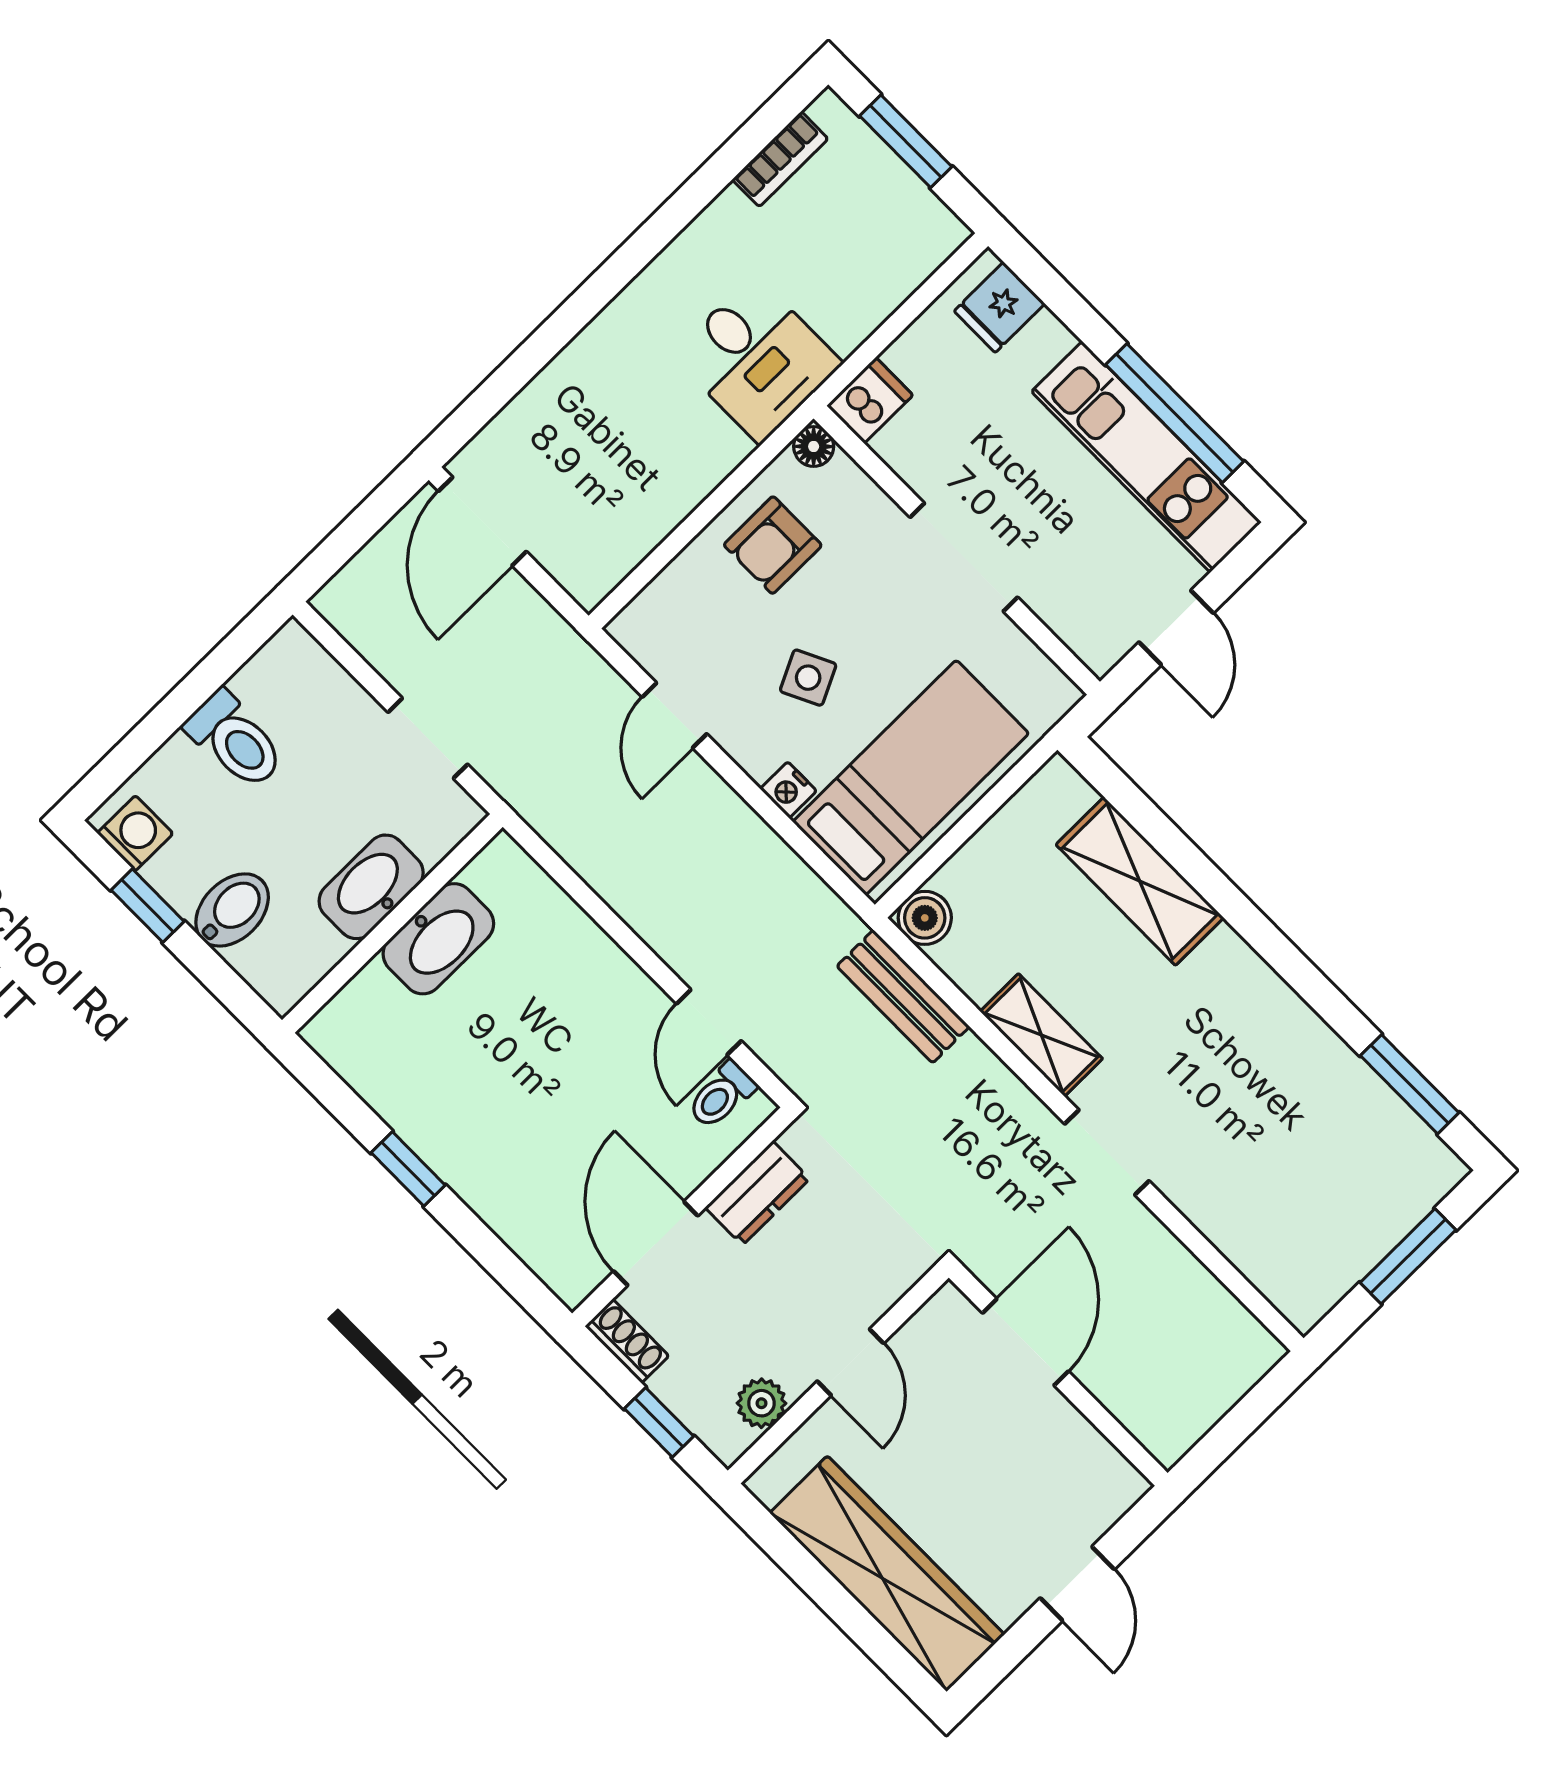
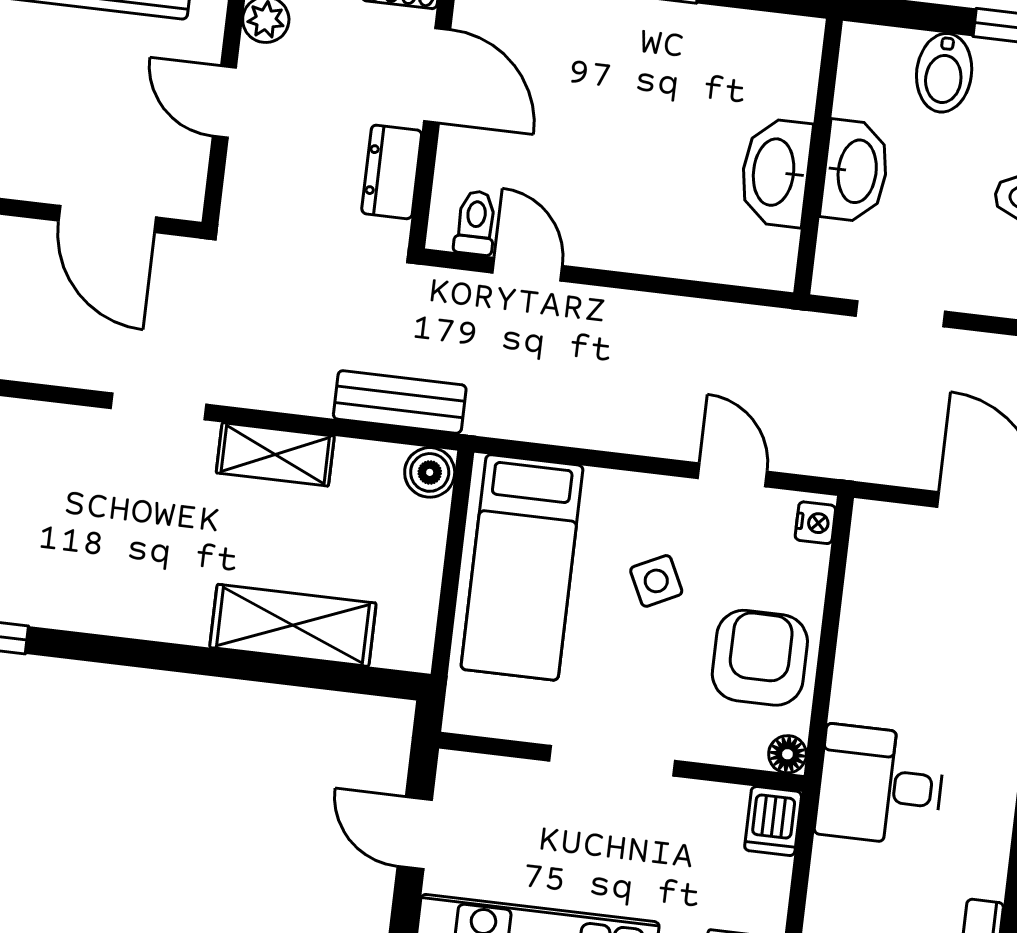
armchair: (773, 545) -> (760, 658), width x1.38, depth x1.38
nightstand: (788, 790) -> (815, 523), moved, turned 90

